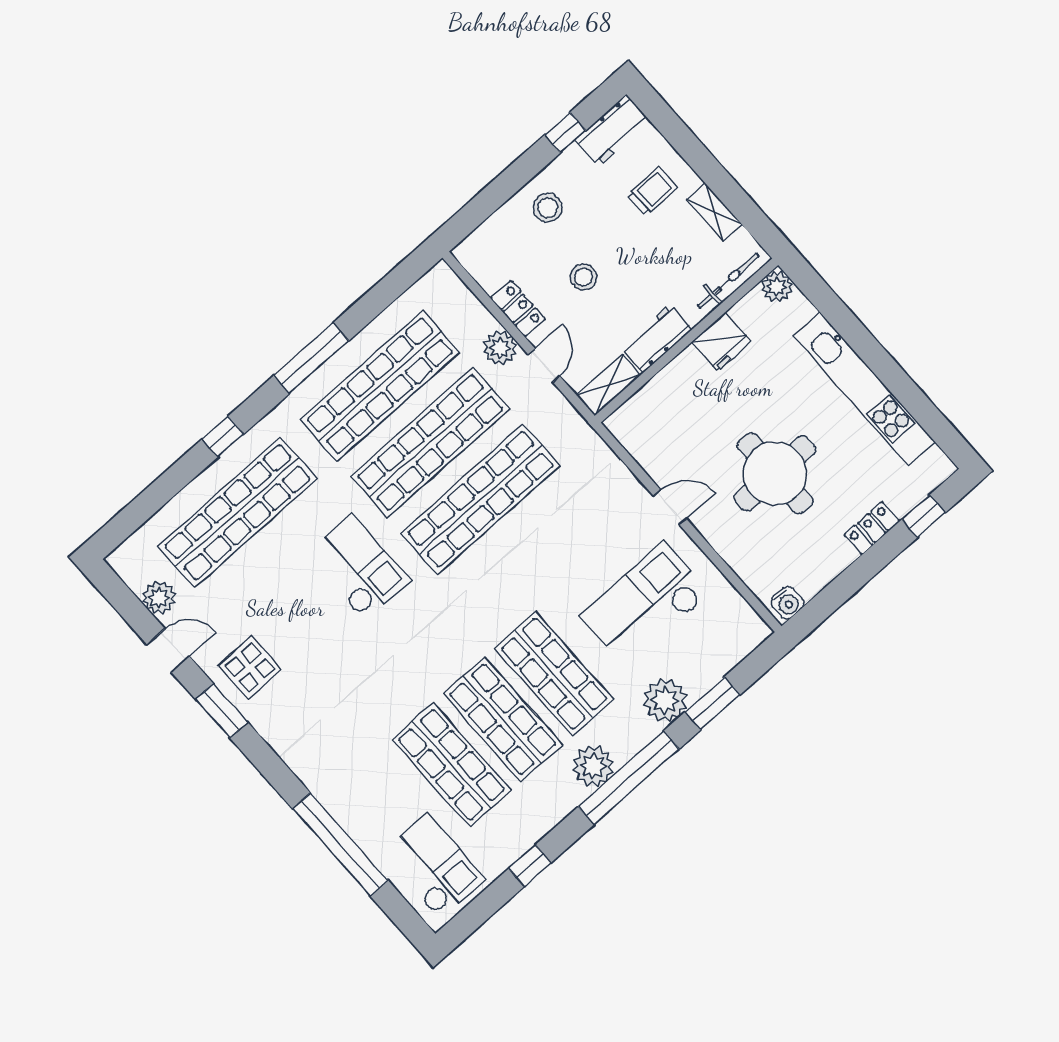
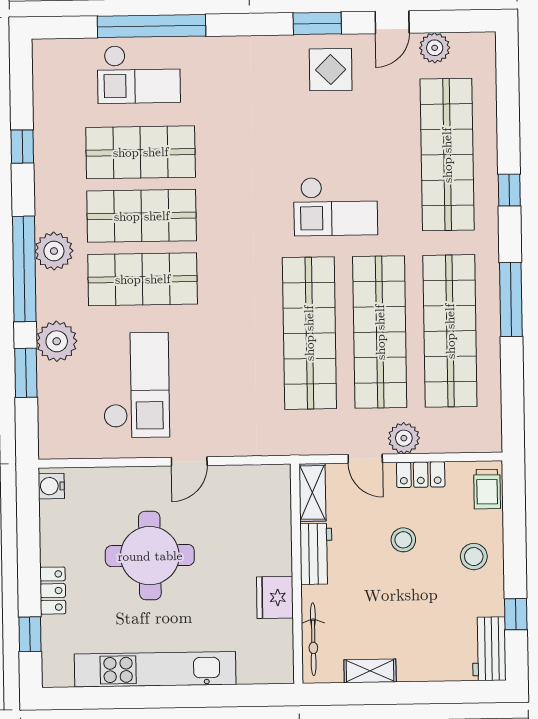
trolley: (652, 191) -> (487, 489), moved
plant: (777, 287) -> (280, 670), removed
checkout: (433, 866) -> (139, 74), moved

